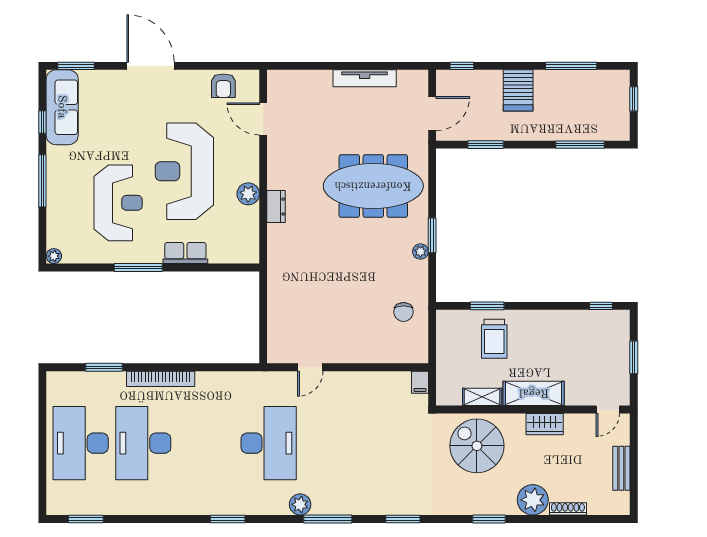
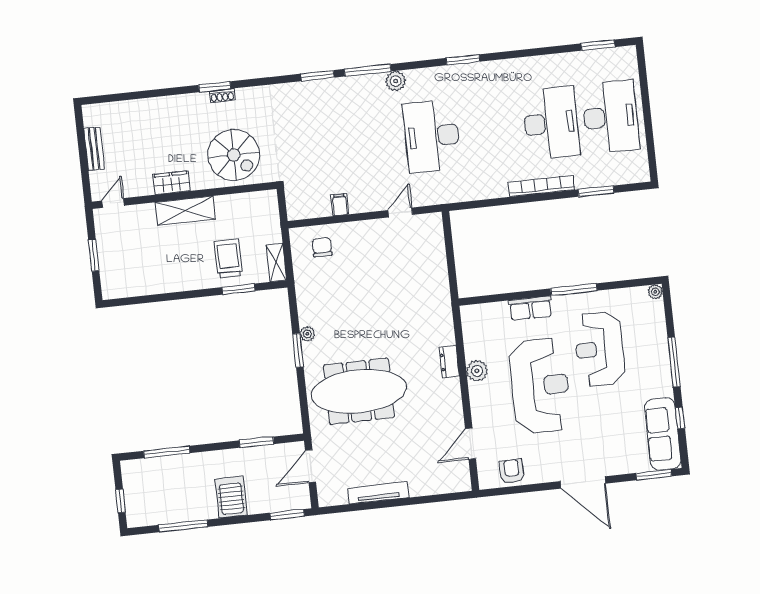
window: (462, 66) -> (287, 515), width x1.50
door: (263, 119) -> (471, 444), swing flipped
window: (601, 306) -> (130, 301), removed
chair: (403, 312) -> (322, 247), moved
filing cabinet: (420, 382) -> (340, 205), moved
shelving: (482, 397) -> (276, 263), moved, turned 90
plant: (533, 500) -> (175, 109), removed
shoe rack: (568, 509) -> (222, 96), moved, width x0.70
window: (403, 519) -> (317, 76), moved

